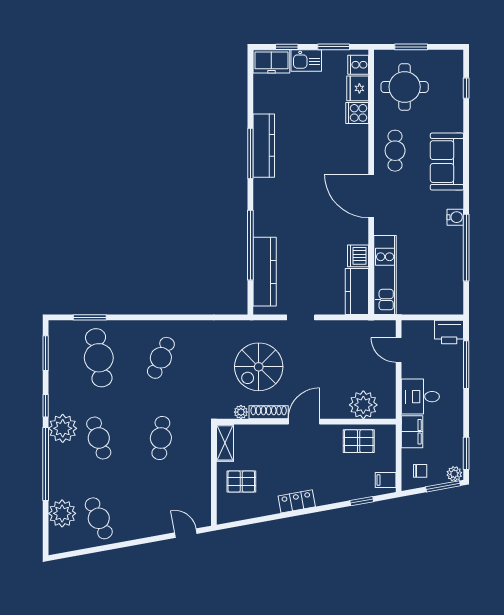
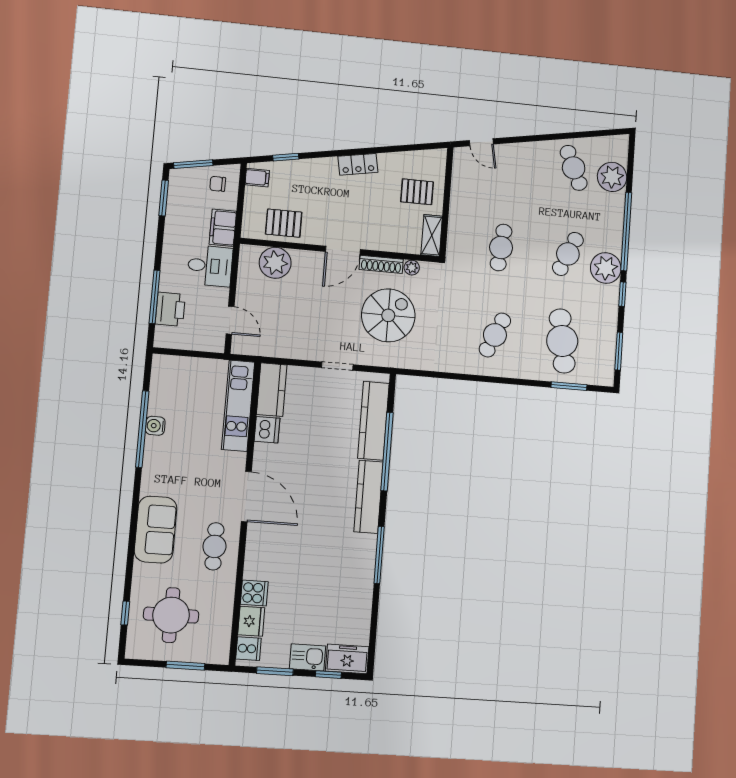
round table: (405, 87) -> (171, 615), moved
kitchen counter: (264, 146) -> (369, 497), moved
water cooler: (455, 217) -> (155, 426), moved
printer: (449, 332) -> (170, 309), moved, turned 90
cafe table: (99, 438) -> (568, 254), turned 42
plant: (454, 474) -> (179, 177), removed

